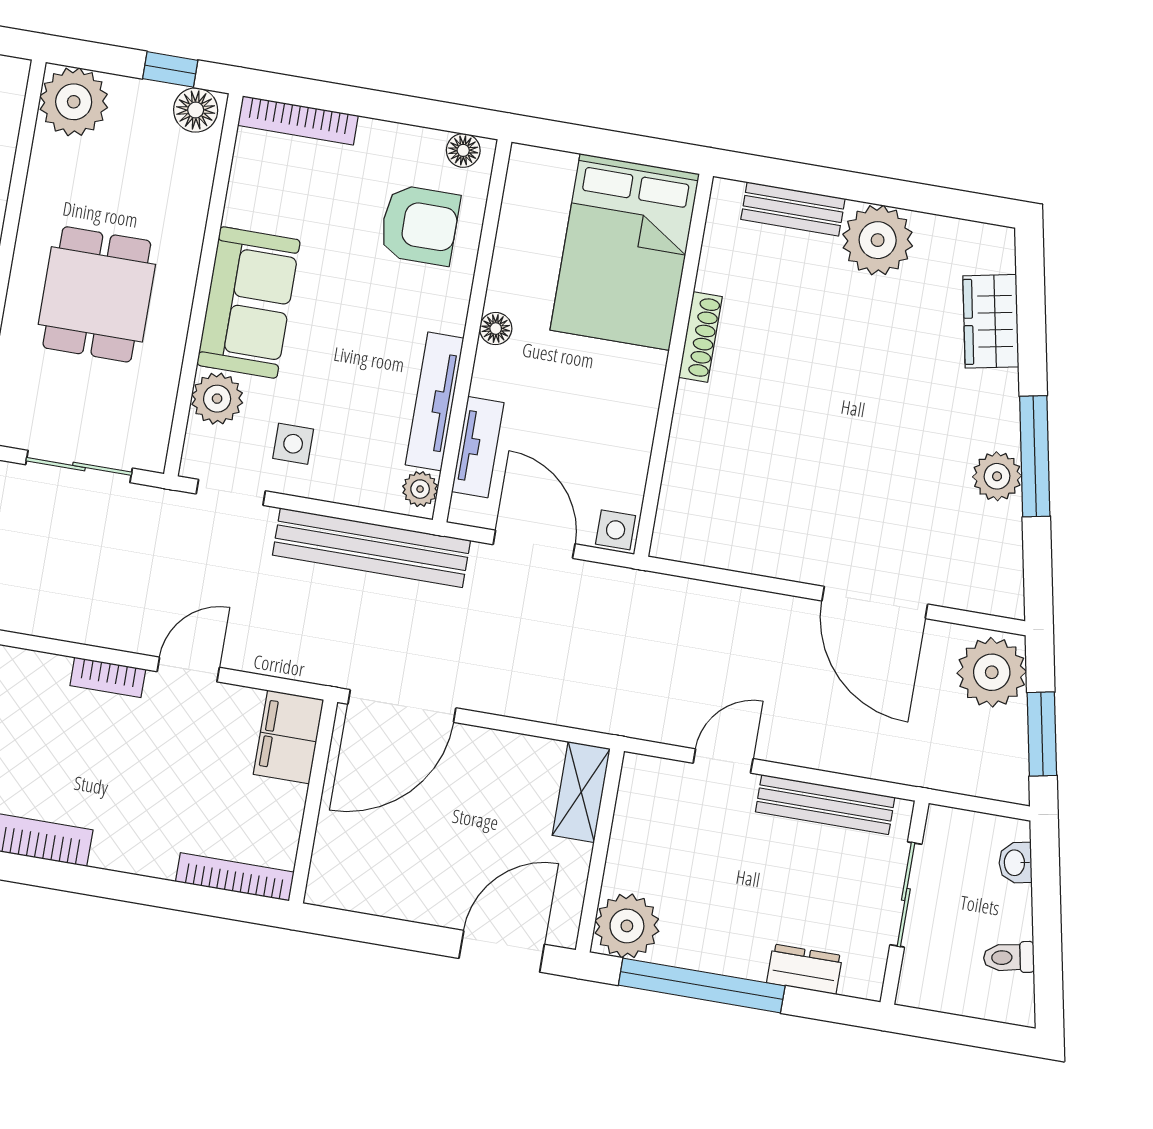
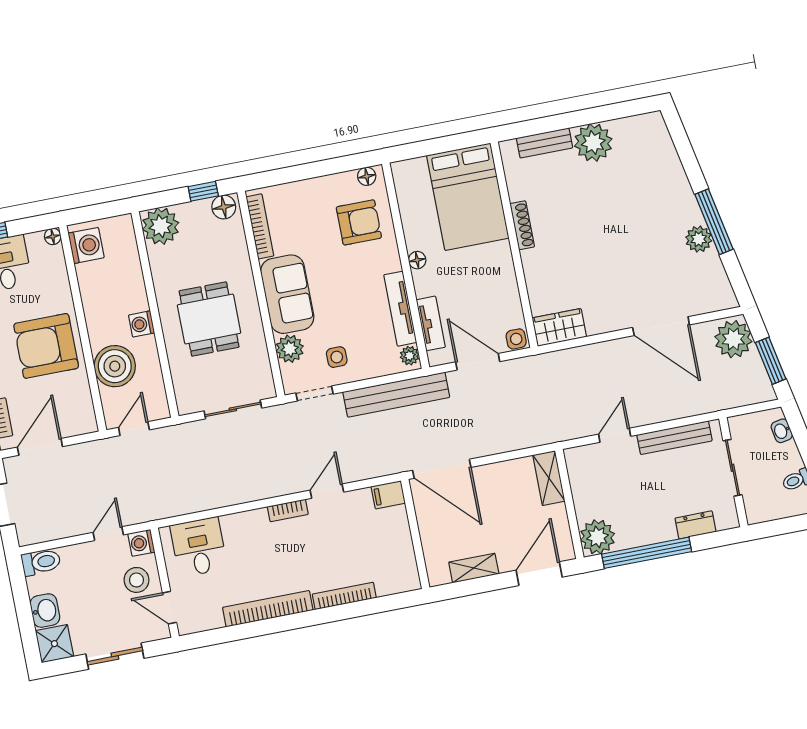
bookcase: (298, 120) -> (260, 226), moved, turned -90
wardrobe: (991, 321) -> (559, 327), moved, turned 101
door: (402, 706) -> (442, 469), hinge flipped
filing cabinet: (288, 737) -> (388, 495), width x0.50
bookcase: (235, 877) -> (344, 596), moved
shelving: (392, 899) -> (474, 568), added

